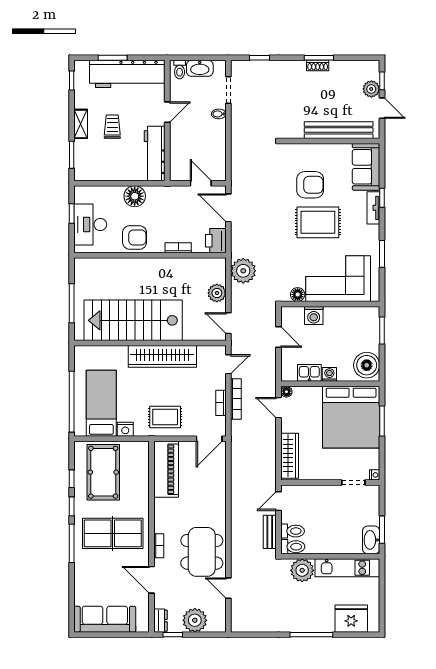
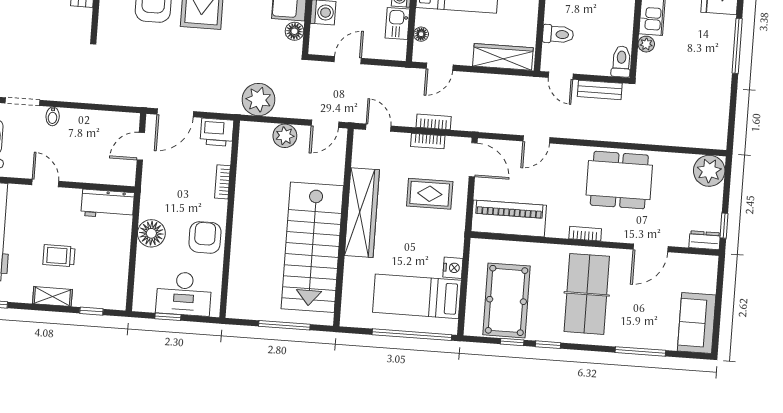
workbench: (155, 154) -> (108, 204), width x0.73
window: (72, 155) -> (91, 311), width x0.67
floor lamp: (286, 392) -> (421, 34), moved
bookcase: (236, 399) -> (434, 122), width x0.64
rug: (165, 417) -> (430, 194), moved, turned 90
pool table: (103, 472) -> (507, 300), turned 90
toilet: (293, 531) -> (558, 34), moved, turned 90
window: (72, 543) -> (640, 351), moved
bookcase: (159, 546) -> (585, 234), moved
plant: (302, 570) -> (646, 44), width x0.53, depth x0.53
door: (228, 588) -> (536, 139), moved
sofa: (105, 619) -> (697, 323), width x0.73
plant: (195, 620) -> (709, 171), moved

